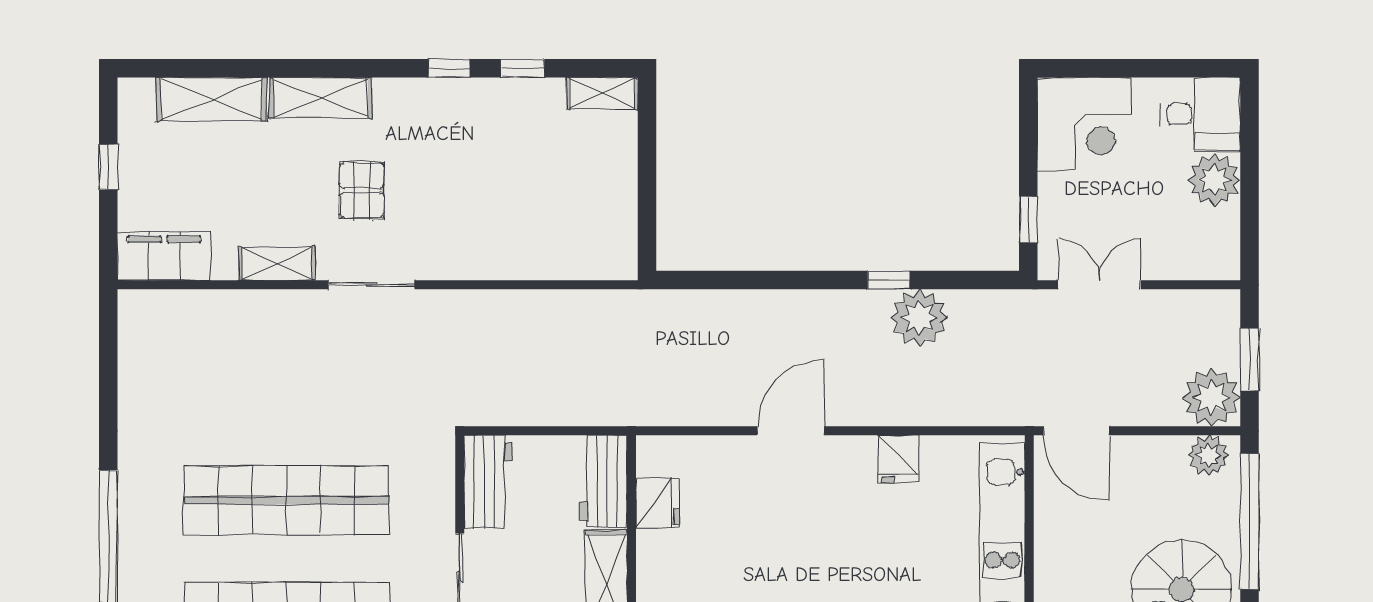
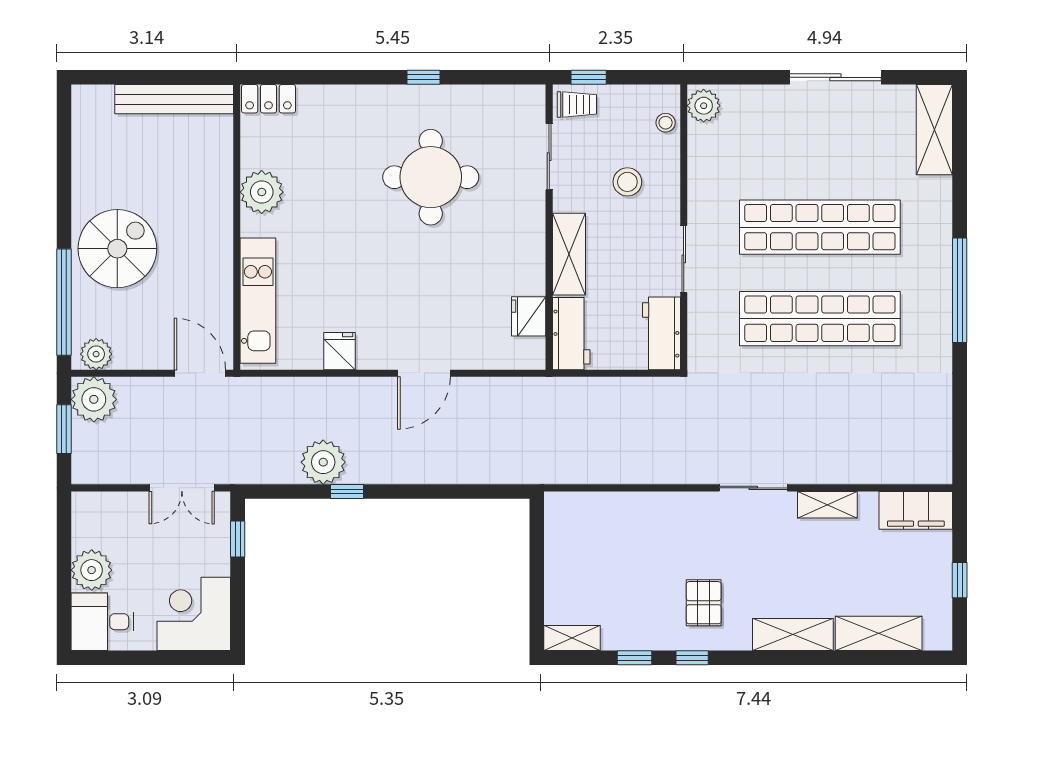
pallet: (362, 190) -> (704, 603), moved

